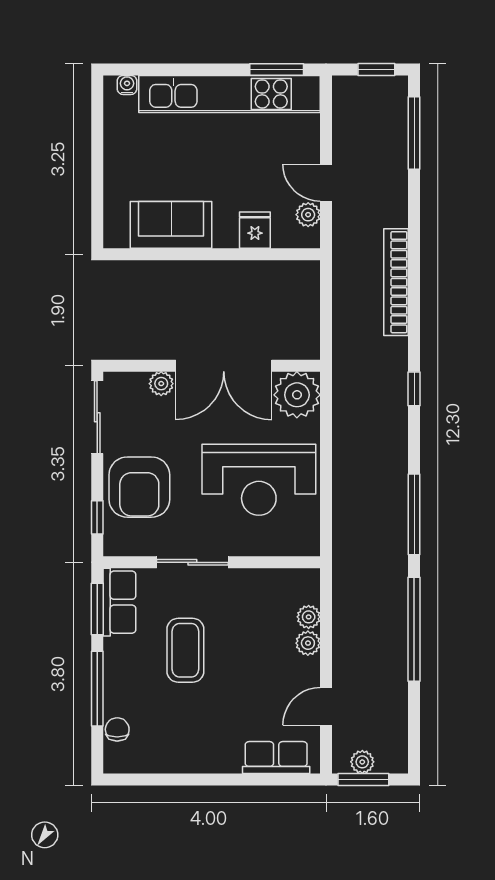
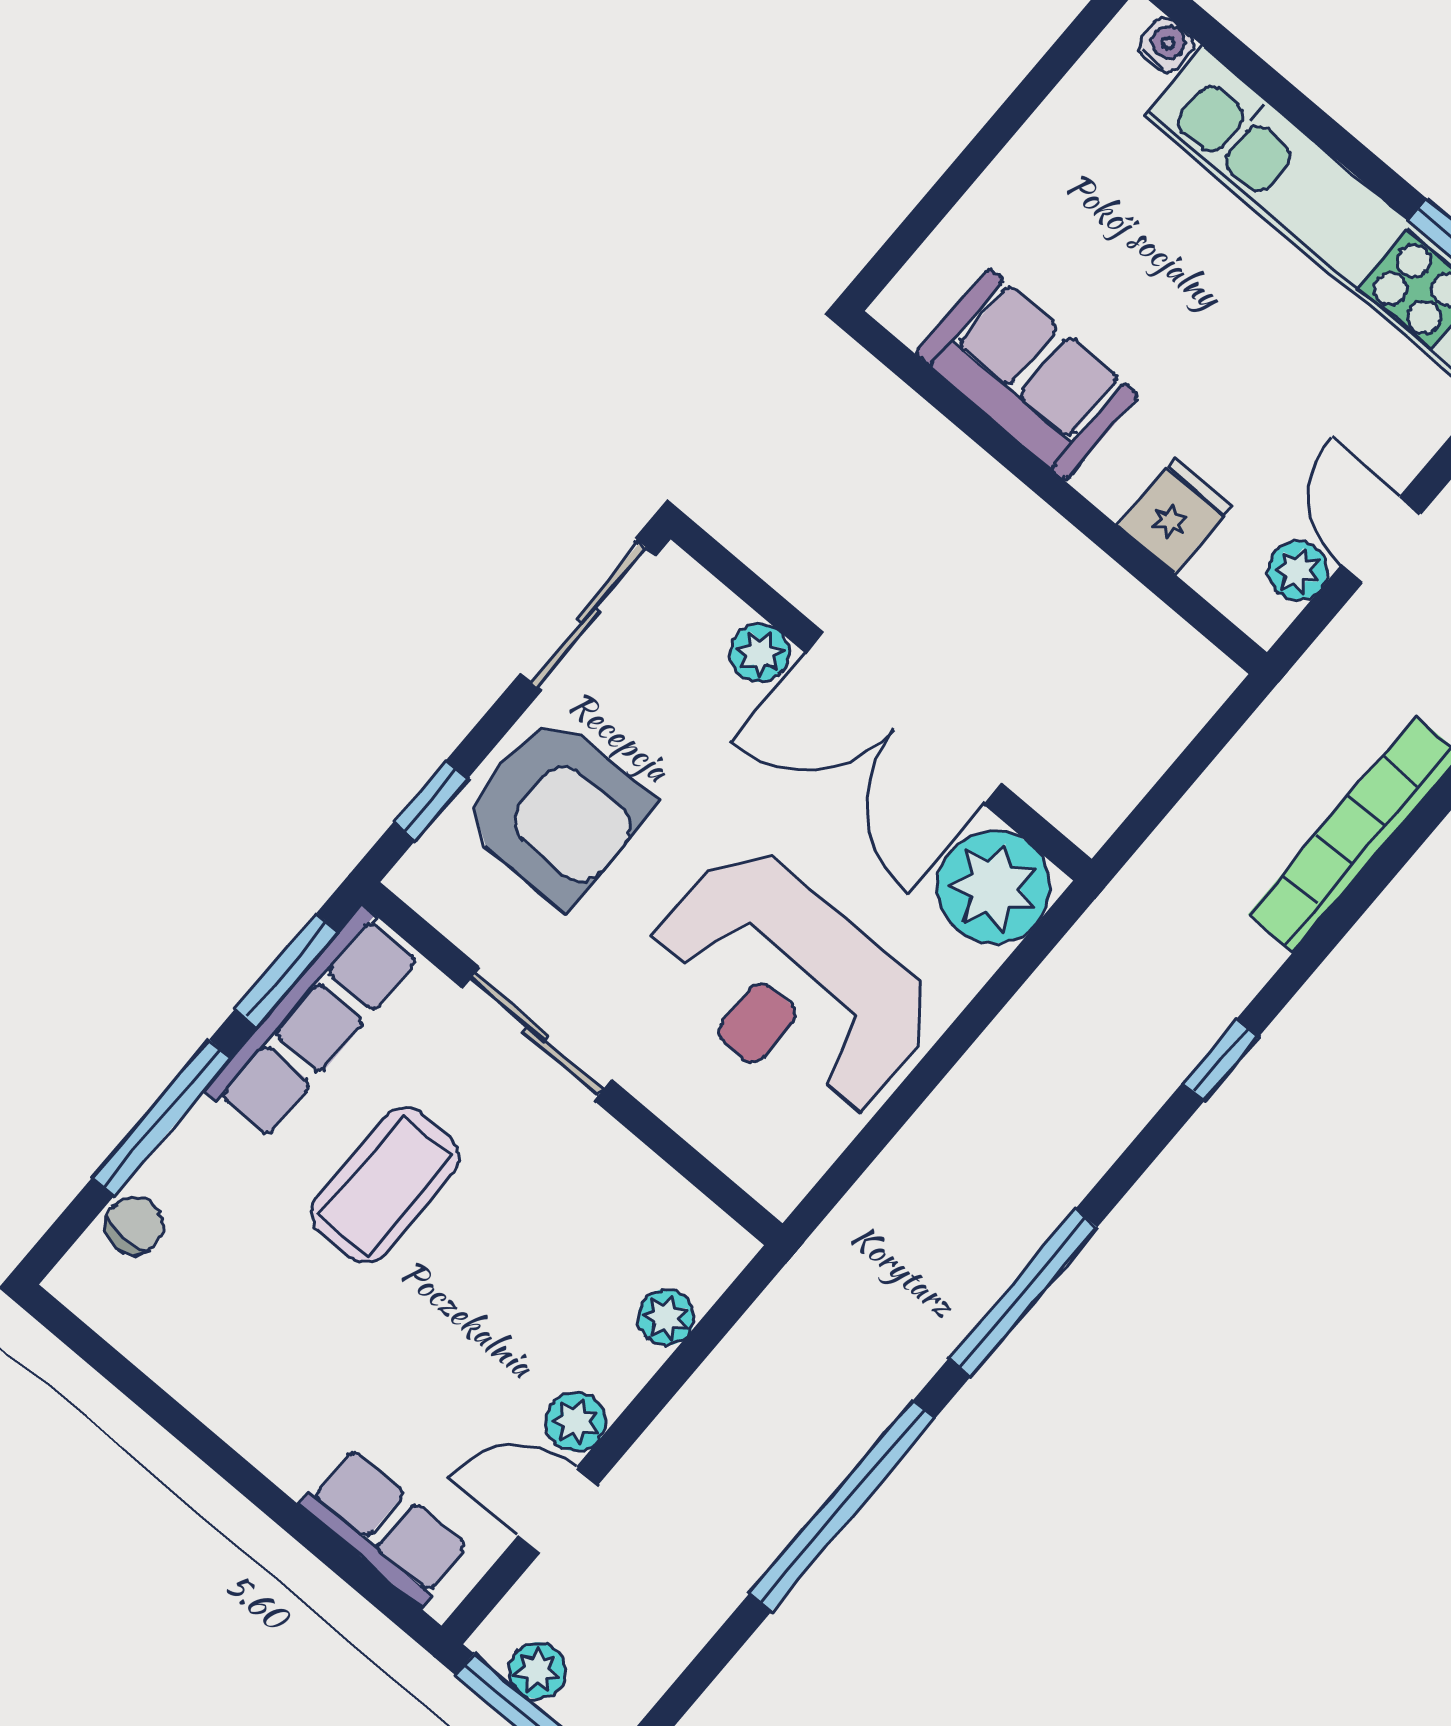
armchair: (139, 487) -> (556, 810), turned -90
row of seats: (119, 602) -> (313, 1022), width x1.48
plant: (308, 643) -> (576, 1422), moved

